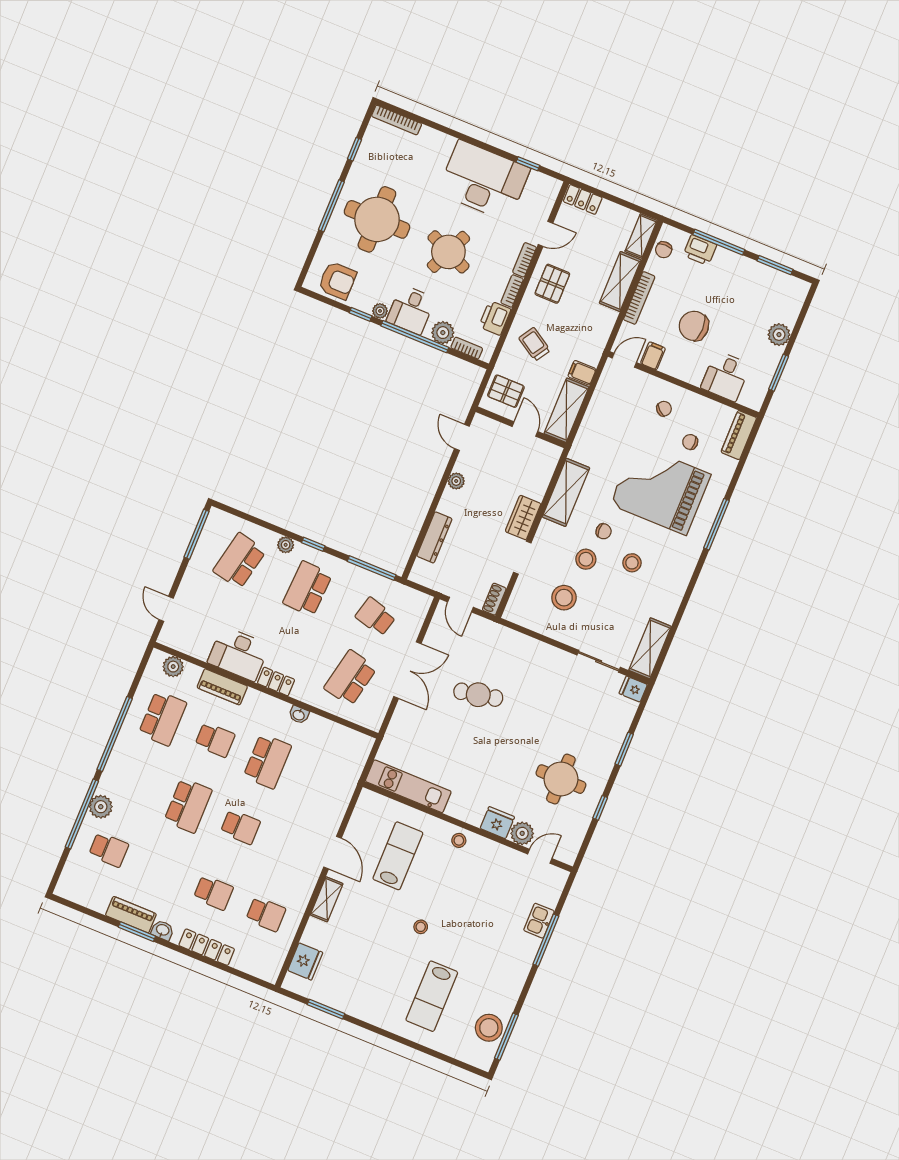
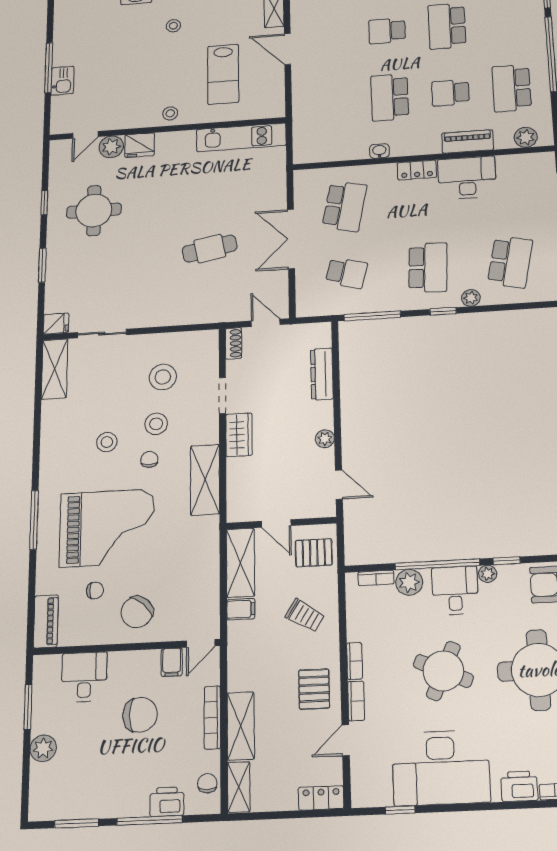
printer: (495, 318) -> (519, 786), moved, turned -90
chair: (664, 409) -> (137, 612), width x1.87, depth x1.87
chair: (604, 531) -> (149, 459), turned 90

